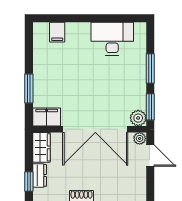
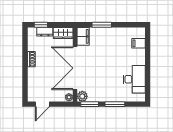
door: (150, 156) -> (42, 104), moved

